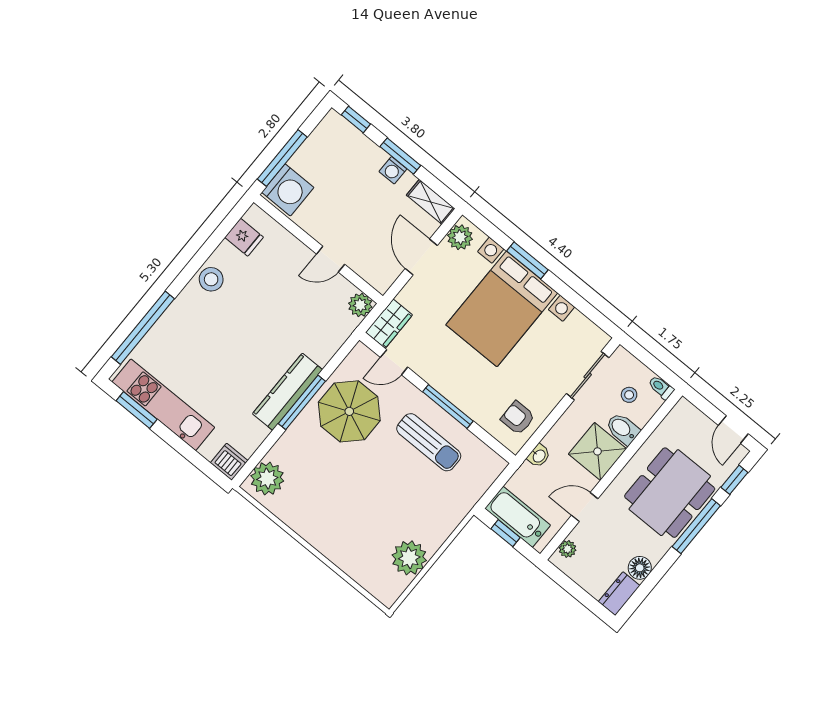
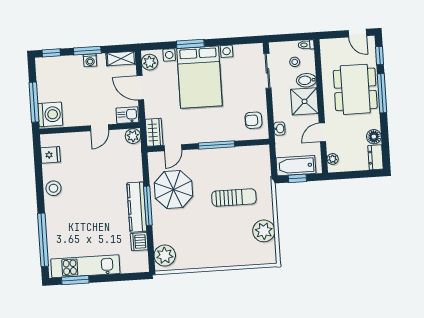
kitchen sink: (377, 275) -> (127, 115), added
sun lounger: (429, 442) -> (234, 198), moved
dishwasher: (229, 462) -> (139, 242), moved, turned -90

